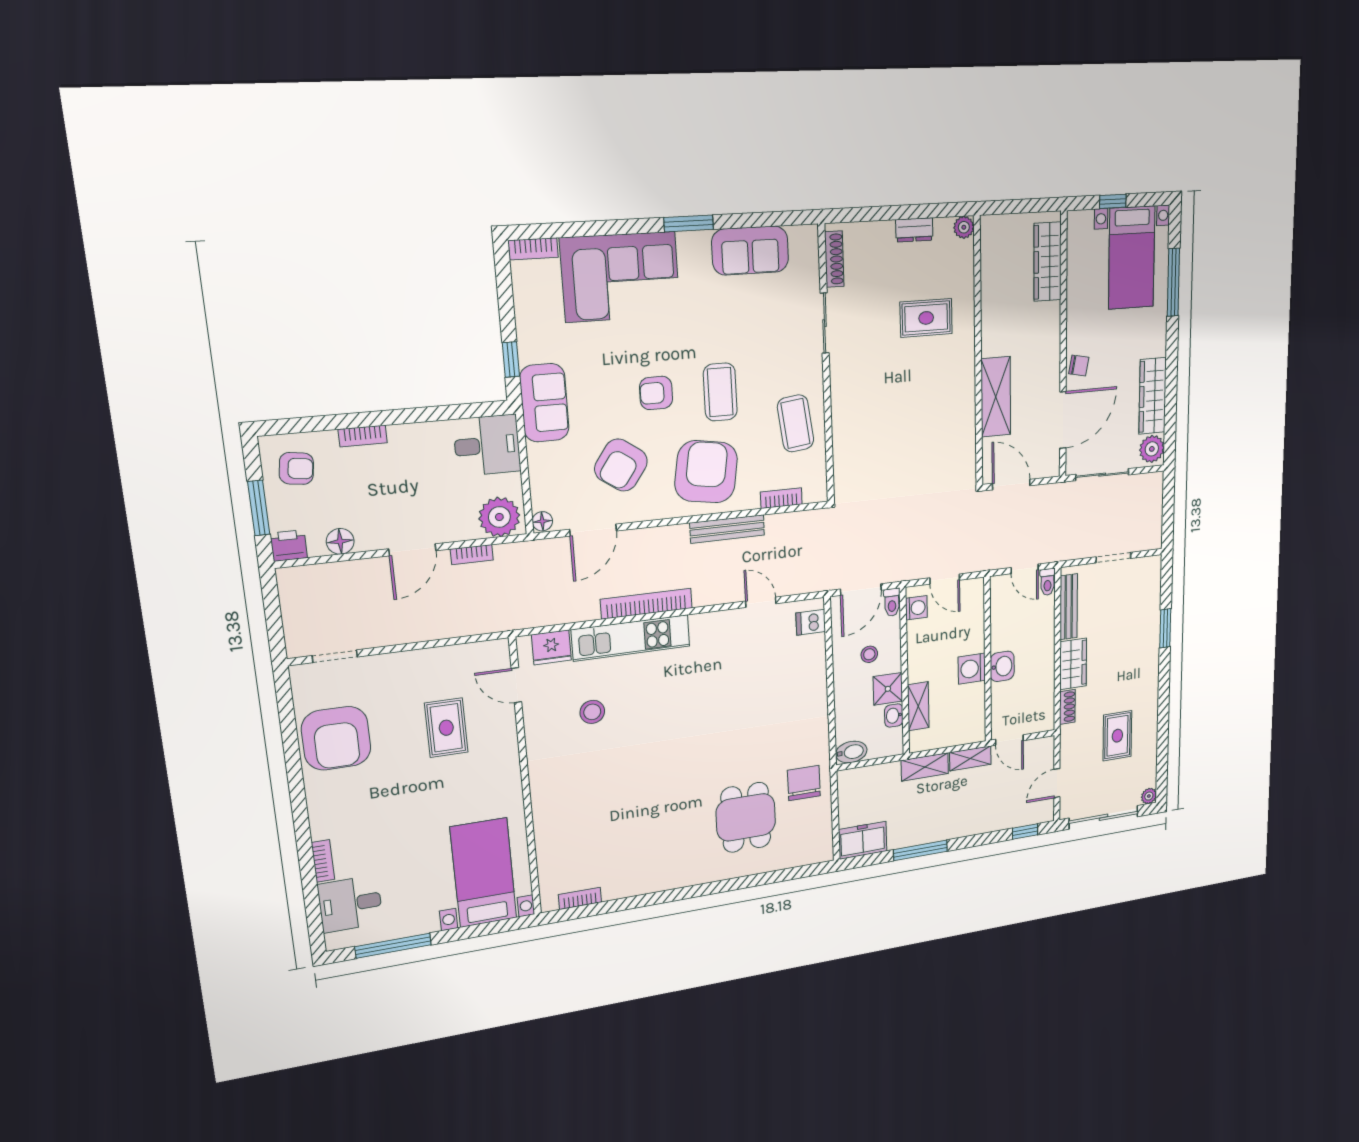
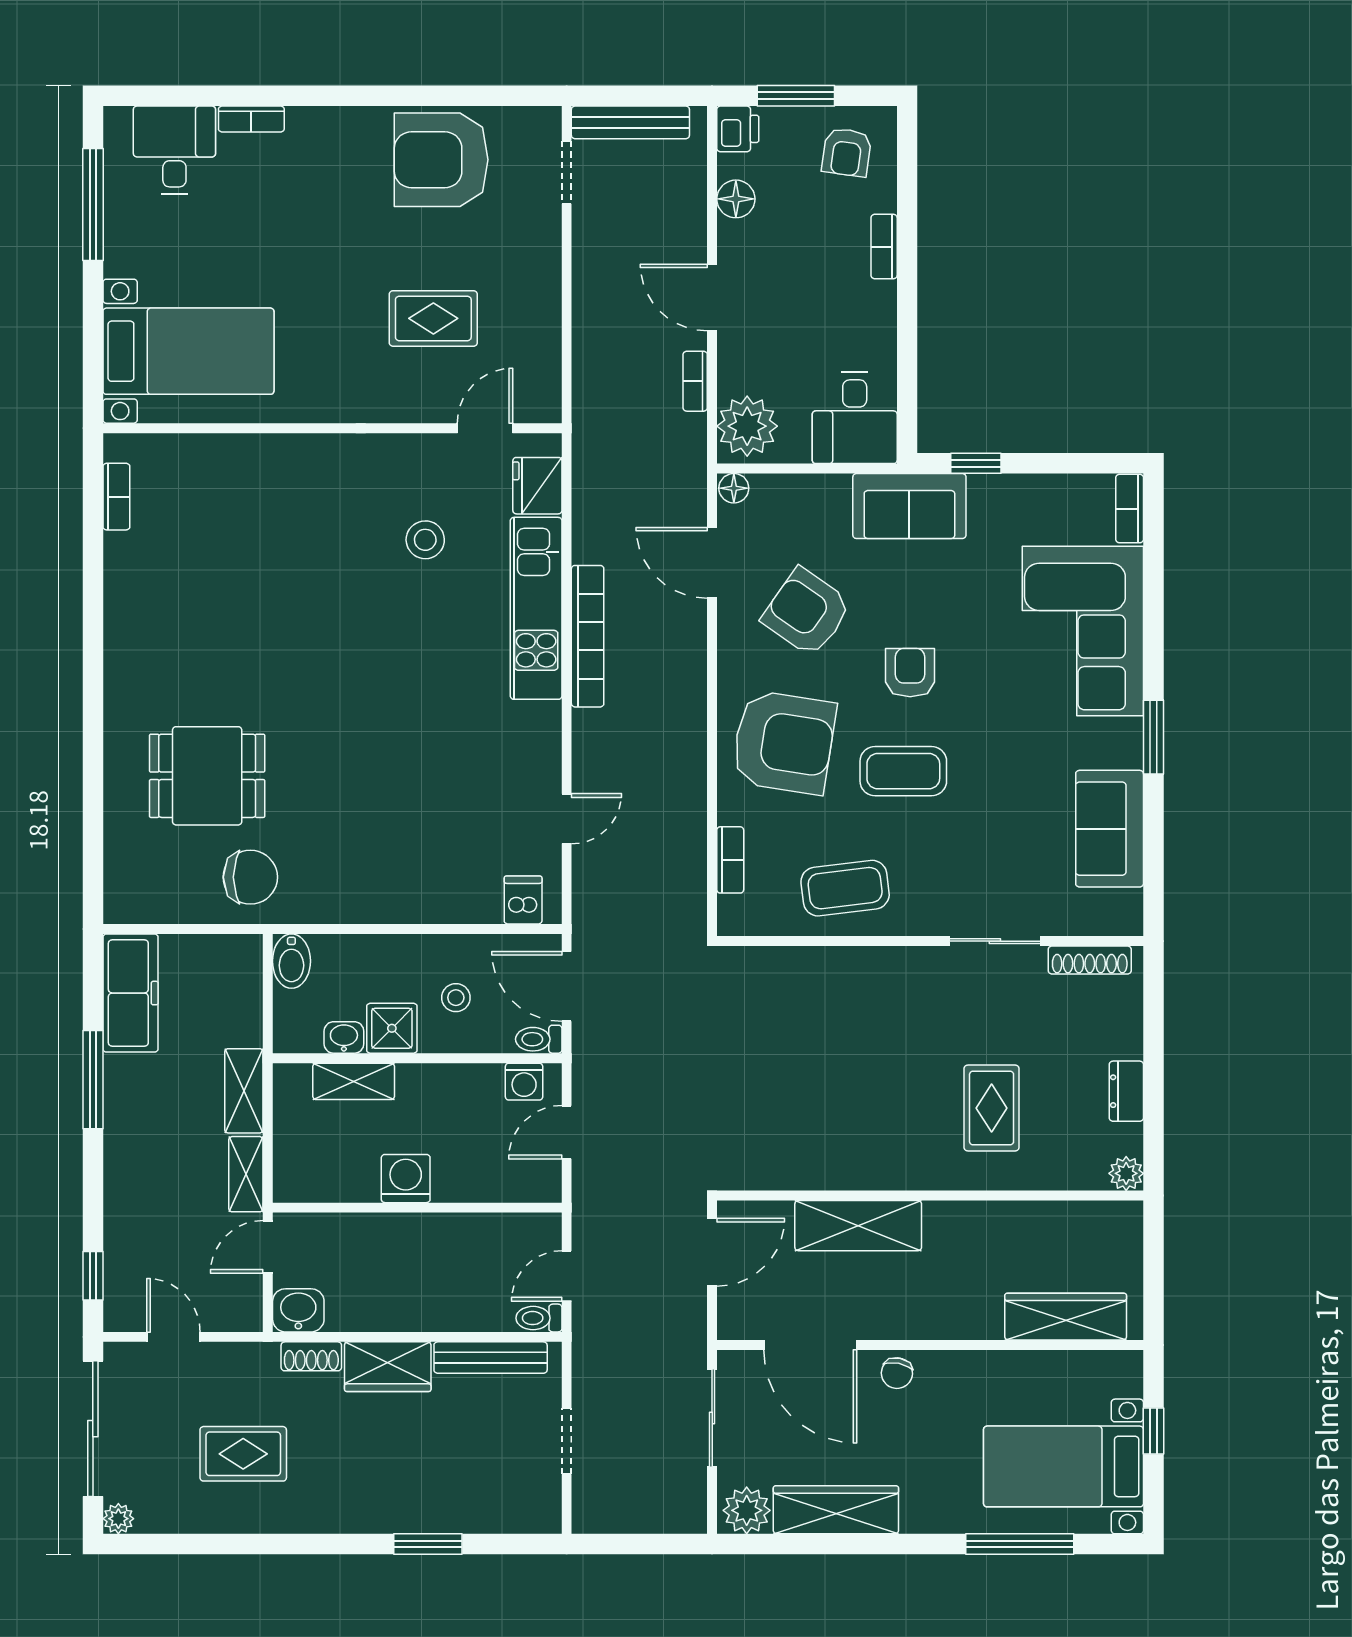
bench: (727, 529) -> (630, 122), moved, turned 90
washbasin: (1002, 666) -> (298, 1310), moved, turned 180
freezer: (863, 840) -> (130, 993), width x1.40

